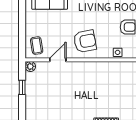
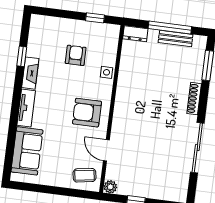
armchair: (85, 41) -> (87, 113), turned -79

